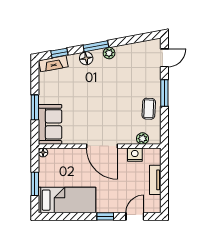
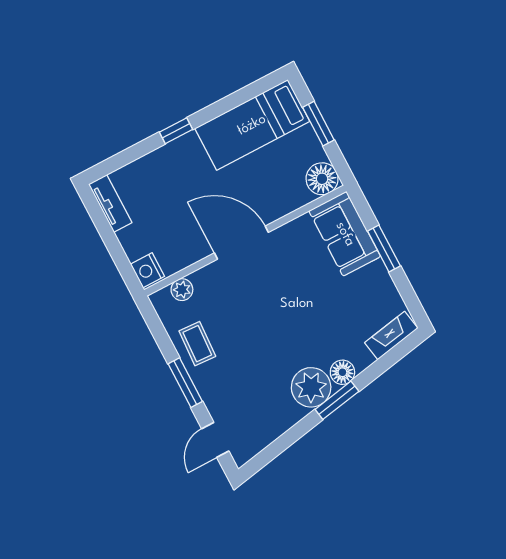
window: (59, 53) -> (391, 358), removed
plant: (109, 53) -> (311, 387), width x1.88, depth x1.88
floor lamp: (43, 152) -> (322, 179), width x1.89, depth x1.89
nightstand: (135, 155) -> (147, 270), moved, turned 90
tv unit: (155, 180) -> (110, 203), moved
door: (135, 216) -> (128, 156), removed

